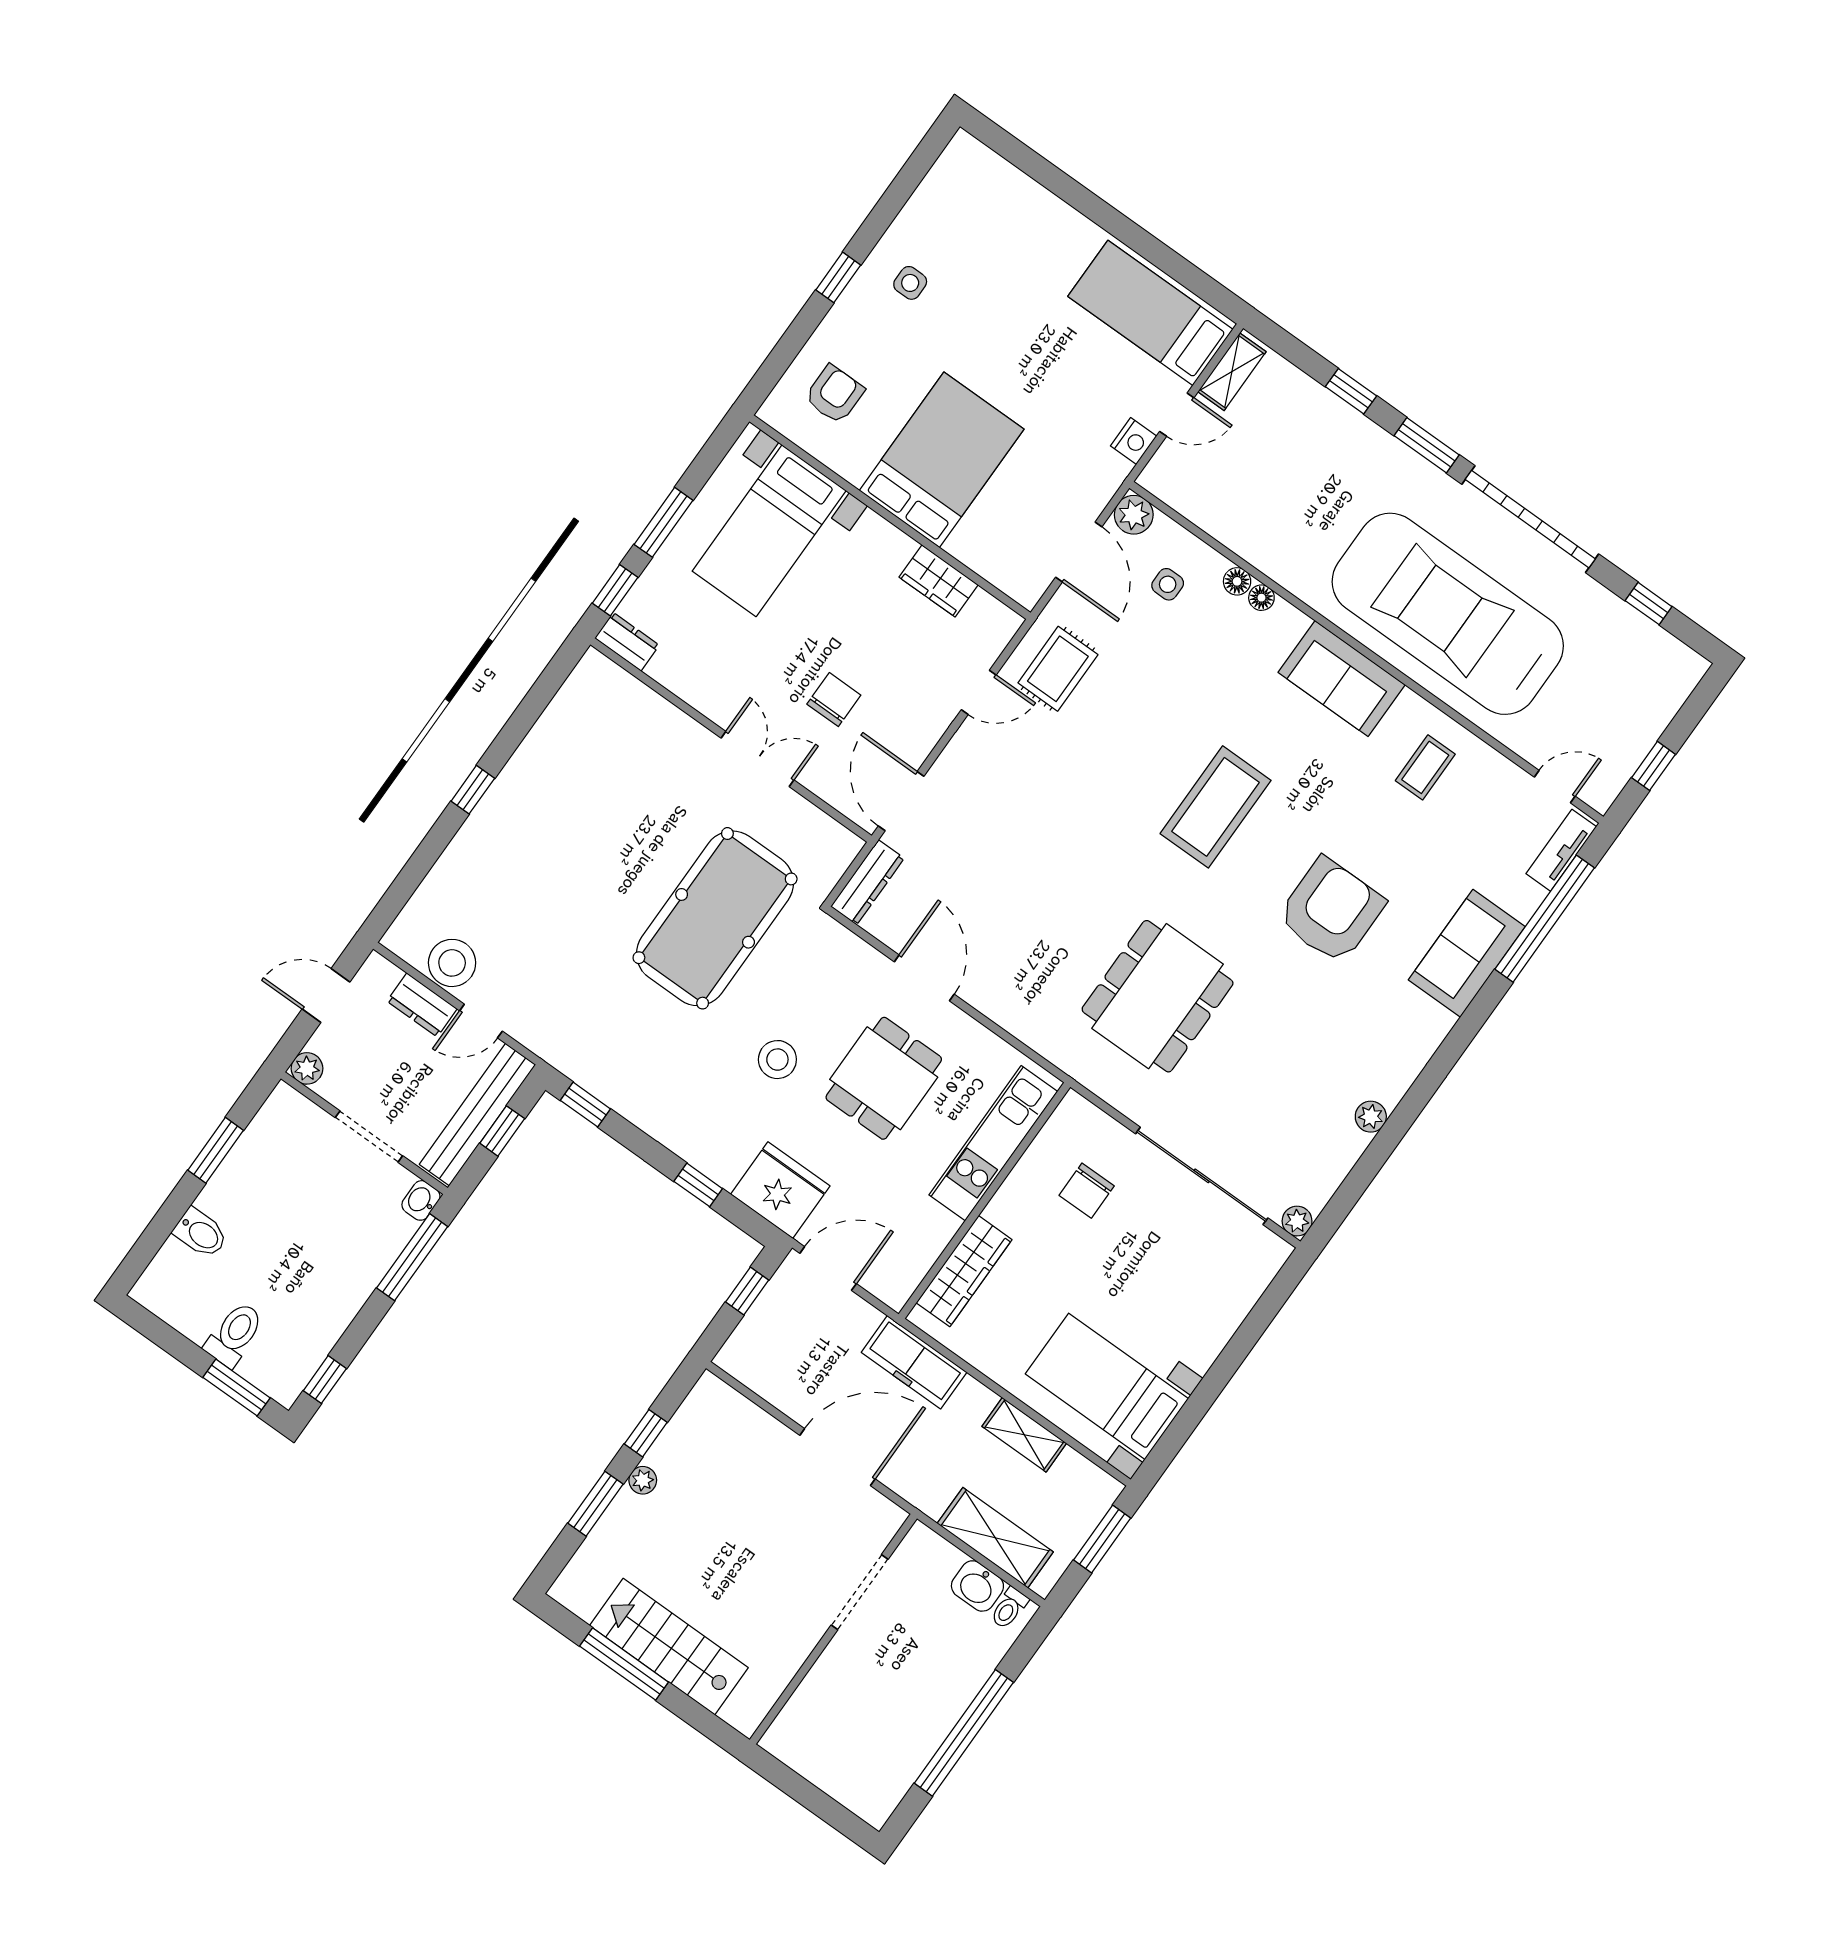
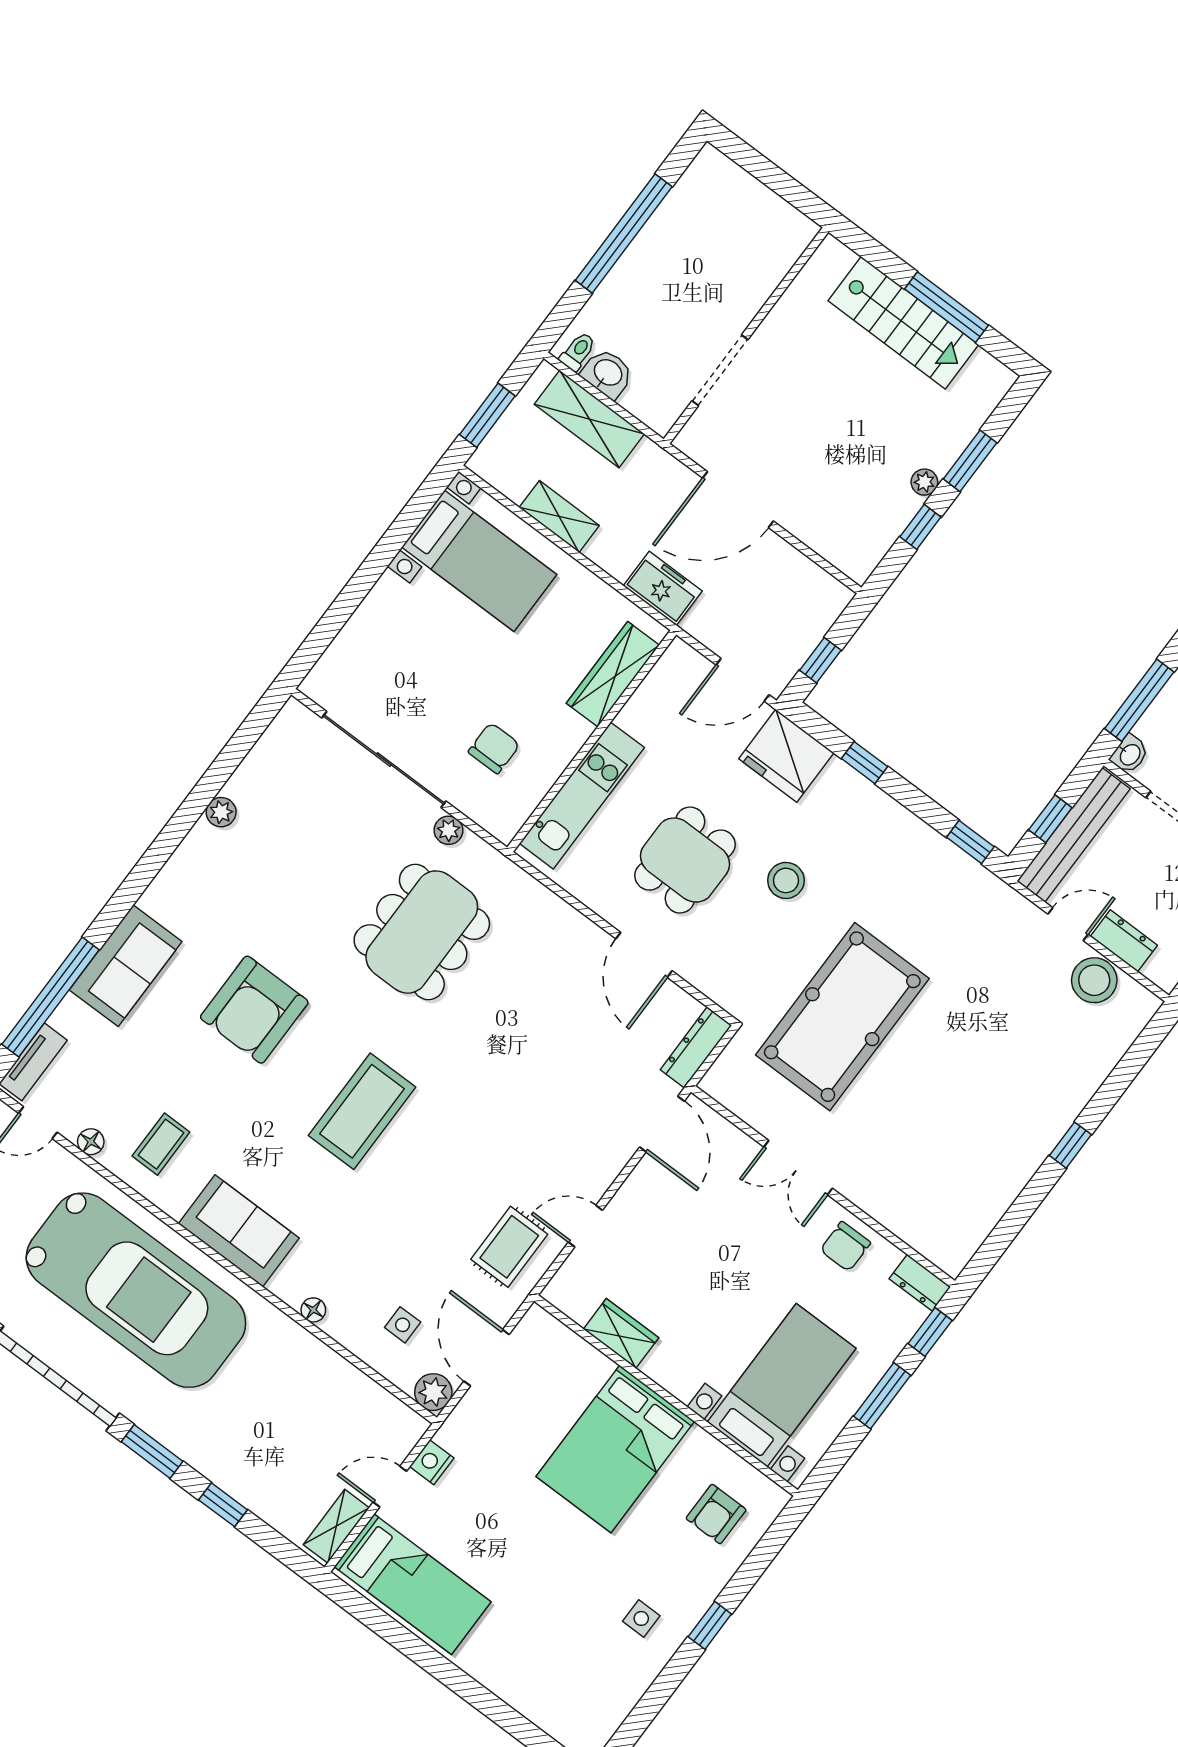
floor lamp: (1237, 581) -> (91, 1142), moved
chair: (834, 700) -> (845, 1246), moved
plant: (1297, 1221) -> (449, 830), moved
freezer: (914, 1362) -> (663, 588), width x0.71

